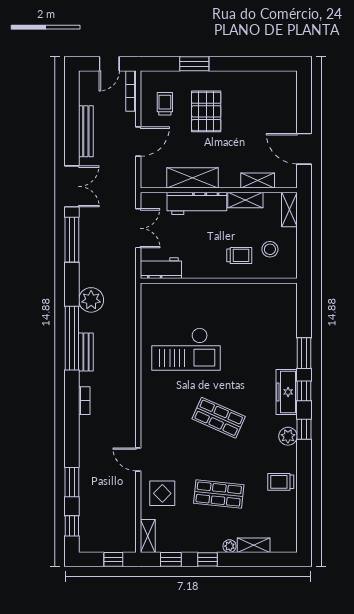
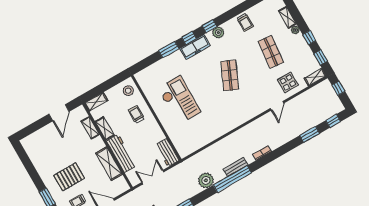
stool: (270, 249) -> (128, 91), moved
checkout: (186, 349) -> (179, 100), moved

